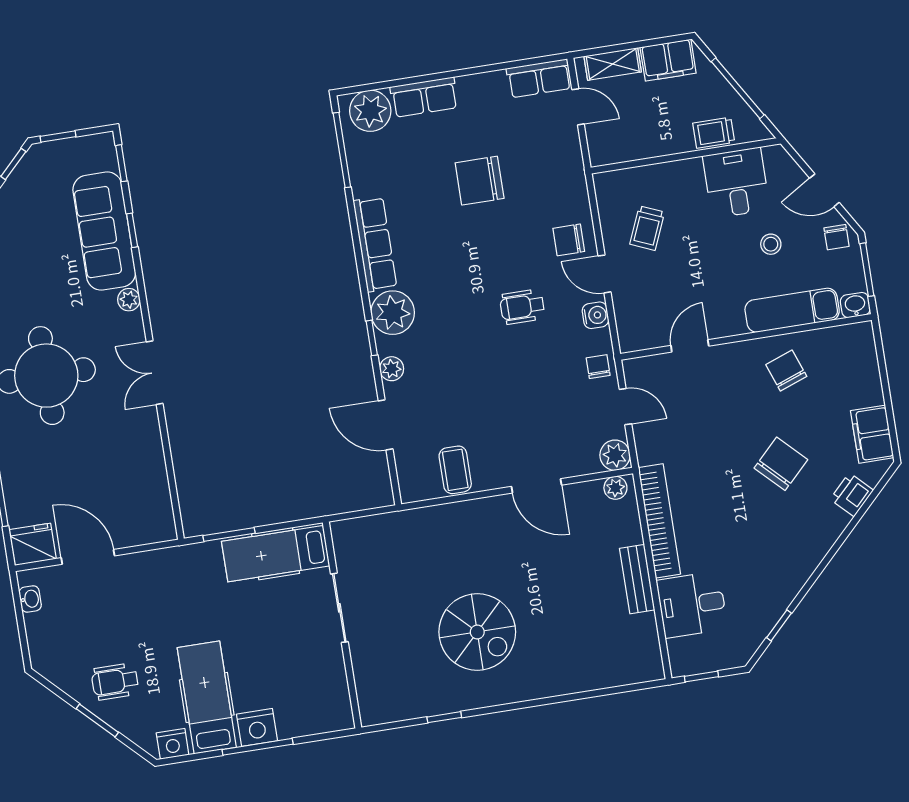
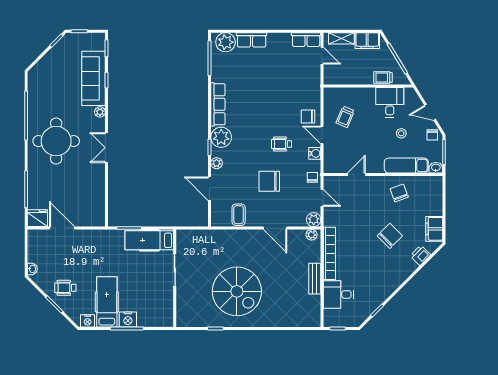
chair: (480, 181) -> (269, 181), moved
washbasin: (30, 599) -> (32, 269), moved
spiral stairs: (477, 632) -> (237, 291), width x1.37, depth x1.37

